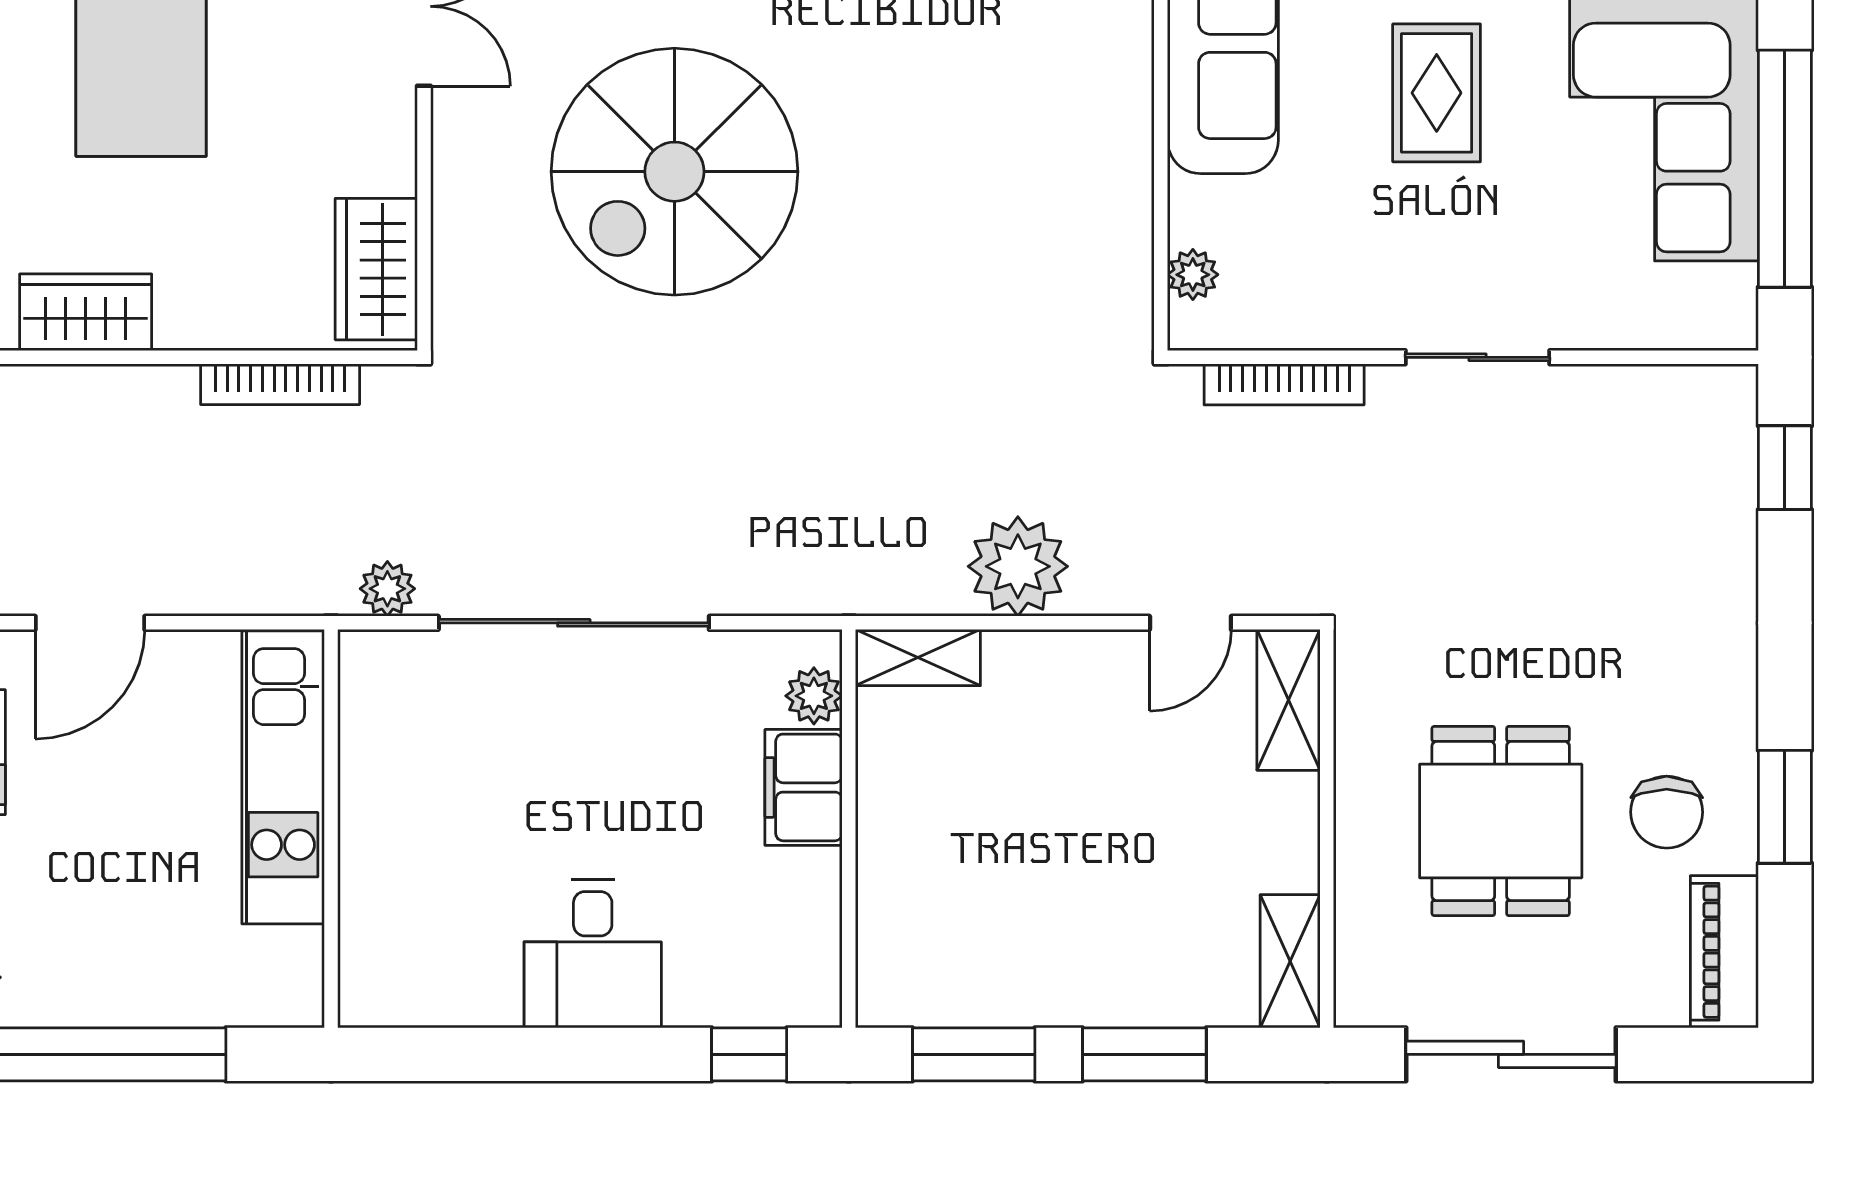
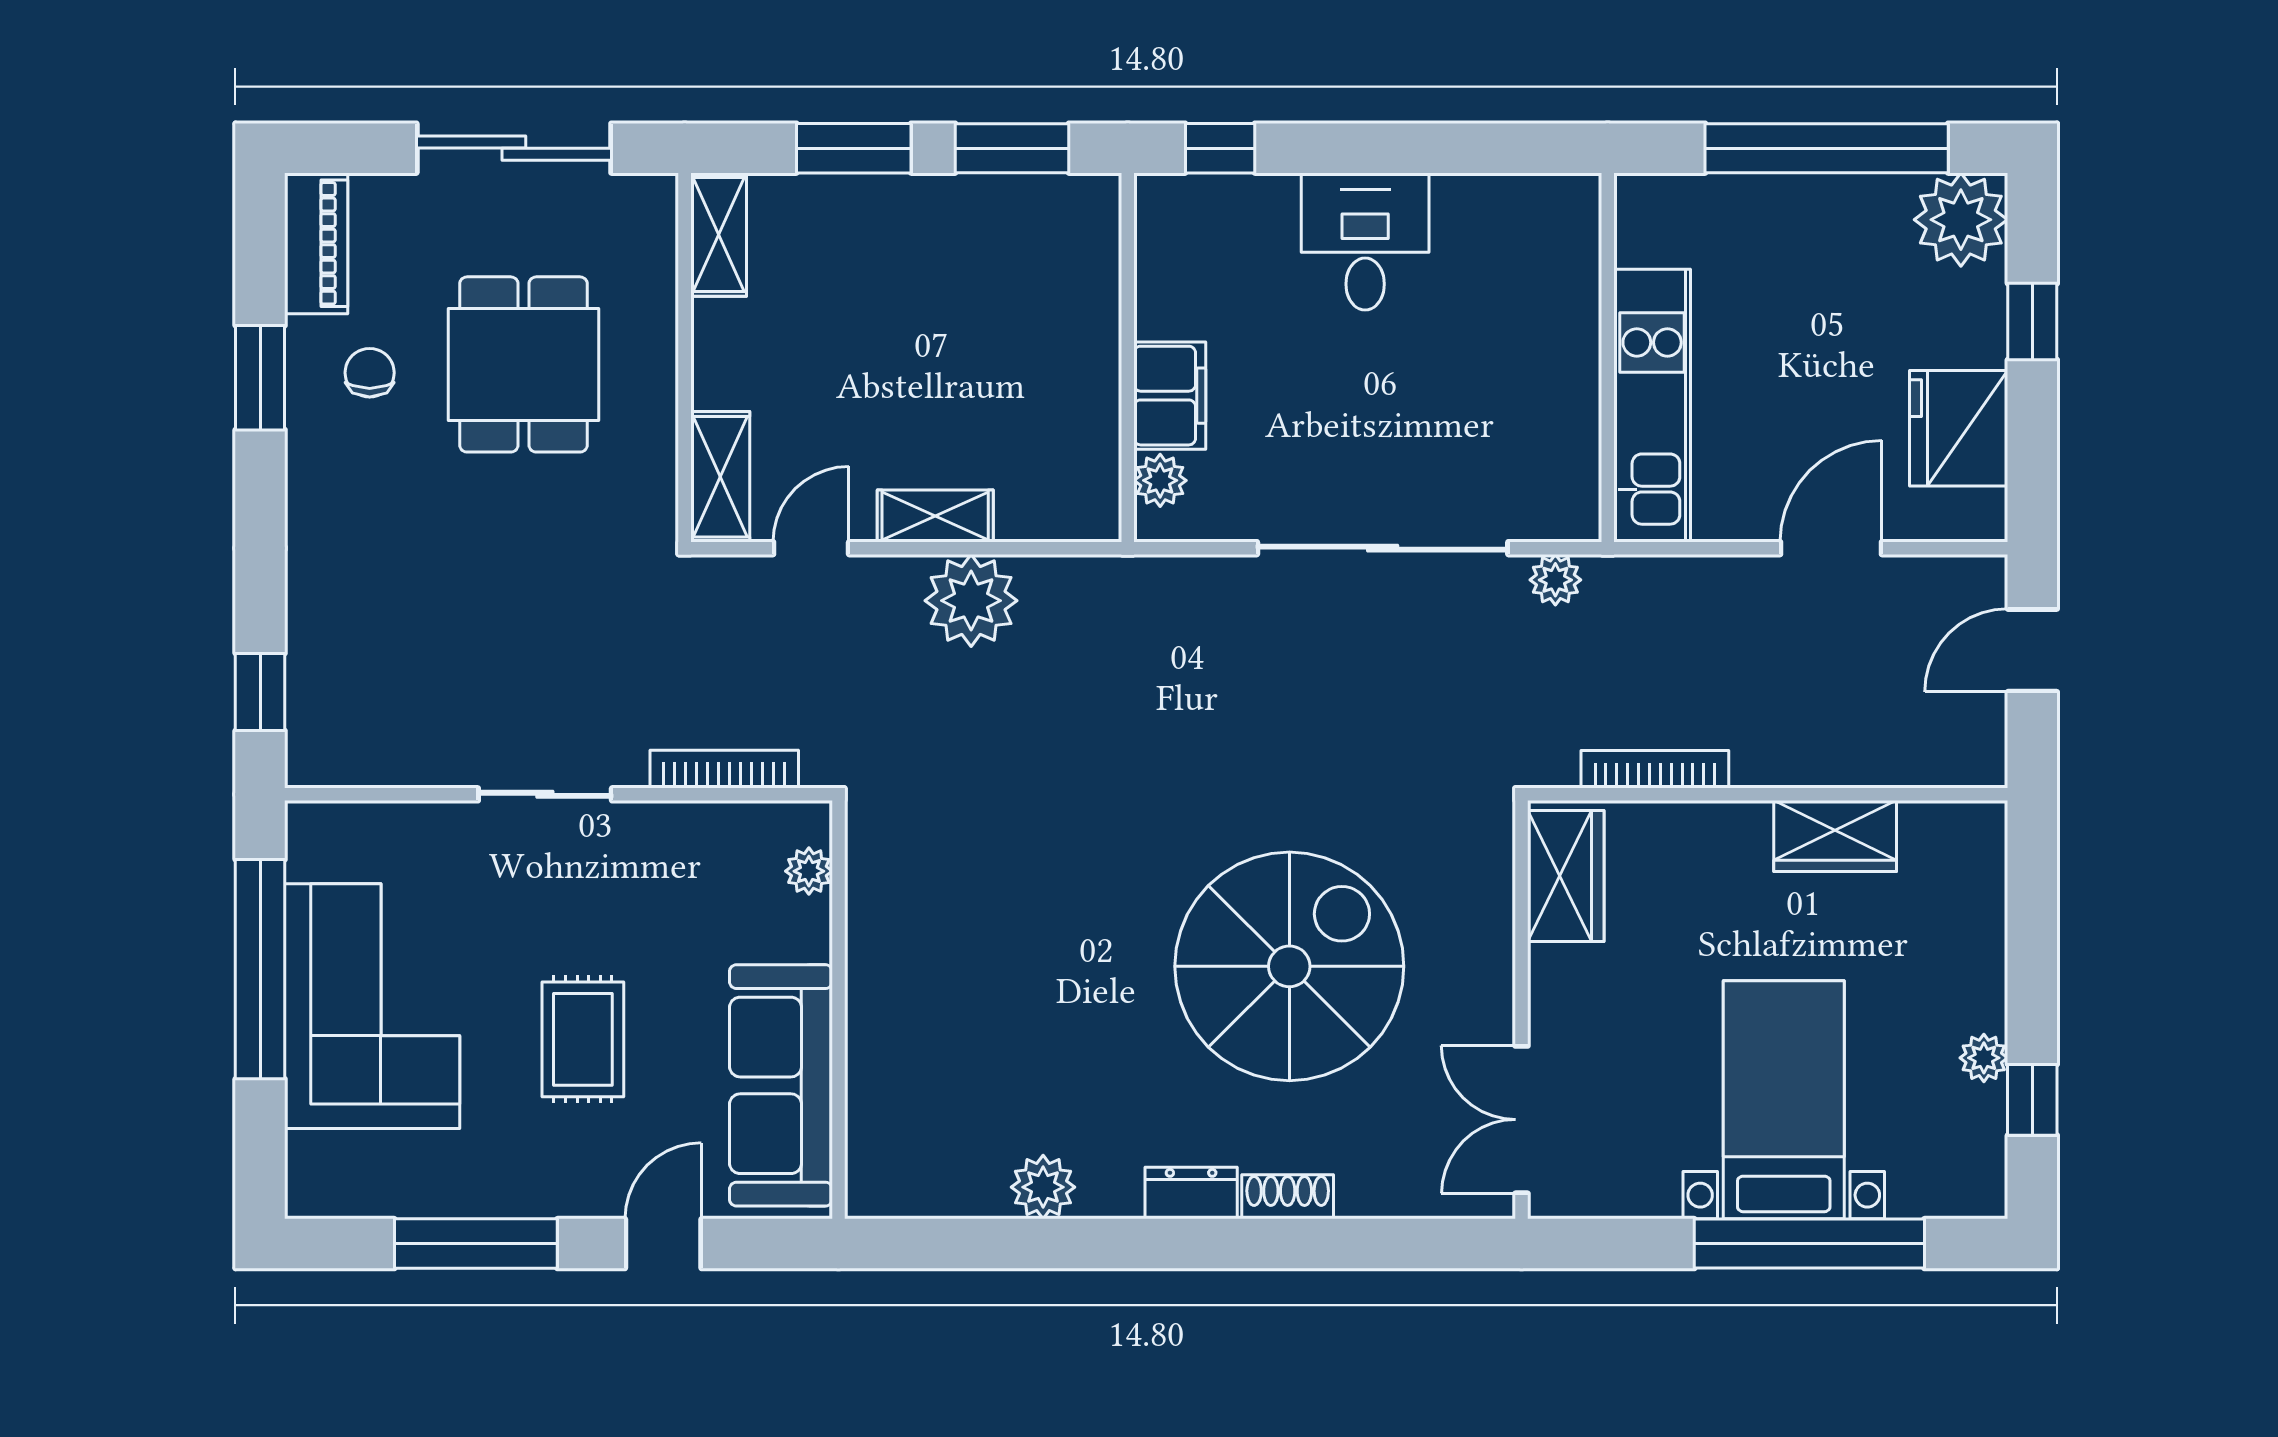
shelving: (918, 658) -> (935, 516), moved
chair: (1667, 812) -> (370, 373), width x0.73, depth x0.73

